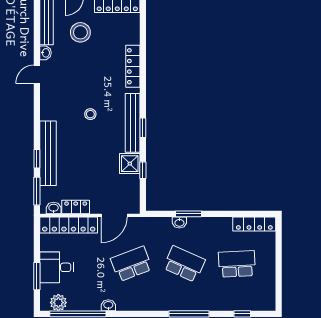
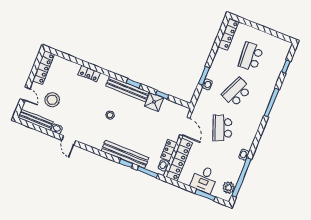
locker: (133, 66) -> (89, 73), width x0.66

